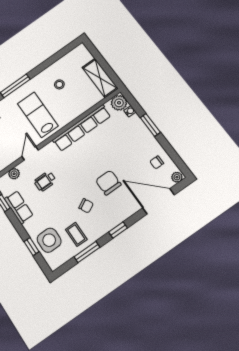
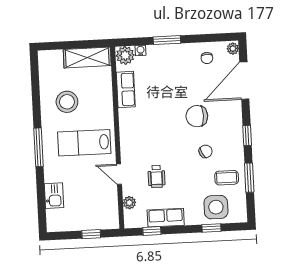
stool: (59, 84) -> (67, 102), width x1.89, depth x1.89
row of seats: (82, 128) -> (126, 90), width x0.50

